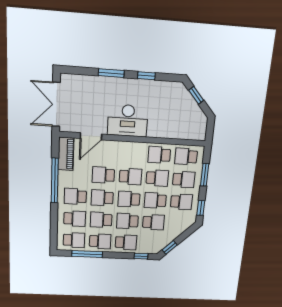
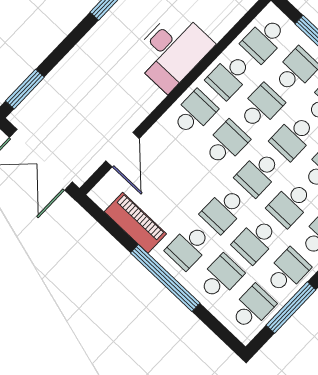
window: (111, 73) -> (25, 89), moved
desk: (128, 121) -> (172, 51), moved
piano: (66, 154) -> (135, 223), moved
school desk: (103, 175) -> (194, 113), moved, turned 180
window: (55, 181) -> (165, 278), moved

